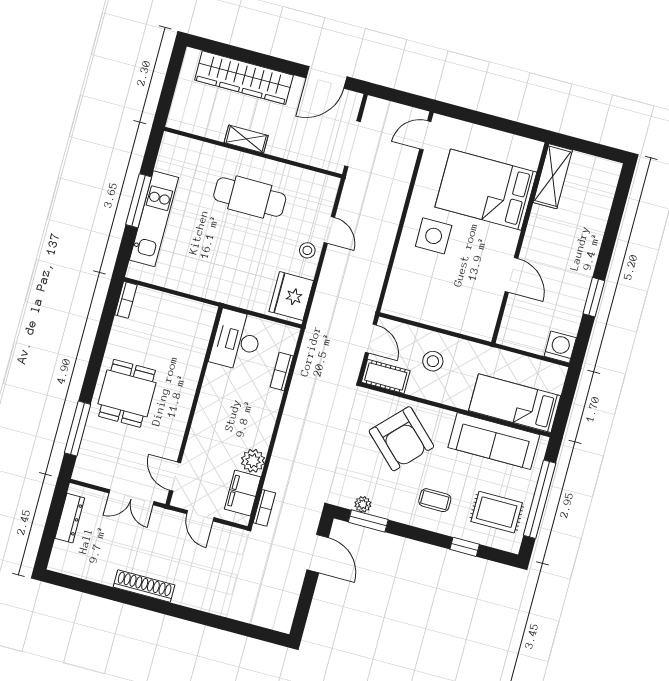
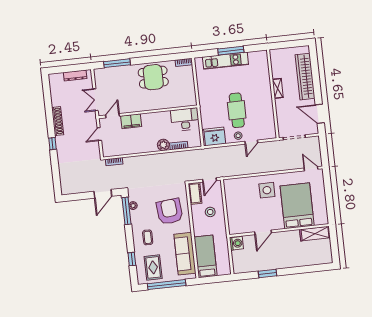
cafe table: (250, 197) -> (237, 110), moved
washing machine: (560, 347) -> (236, 243), moved
dining table: (127, 393) -> (153, 77), moved
armchair: (401, 439) -> (170, 211), turned 131
plant: (253, 461) -> (163, 145), moved
filing cabinet: (243, 493) -> (131, 121), moved, turned 180
window: (368, 521) -> (127, 211), width x1.44
window: (184, 613) -> (52, 144), added

